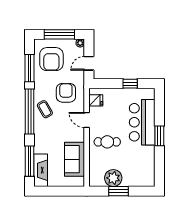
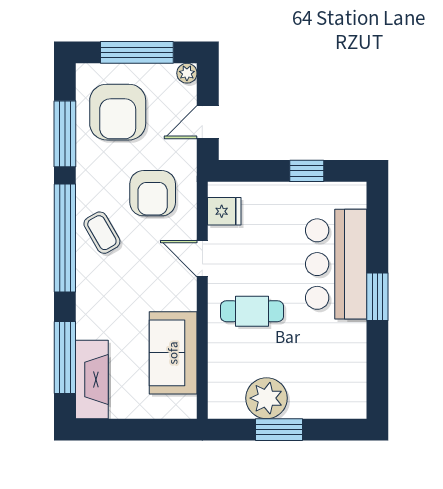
armchair: (66, 93) -> (153, 193), turned 180

